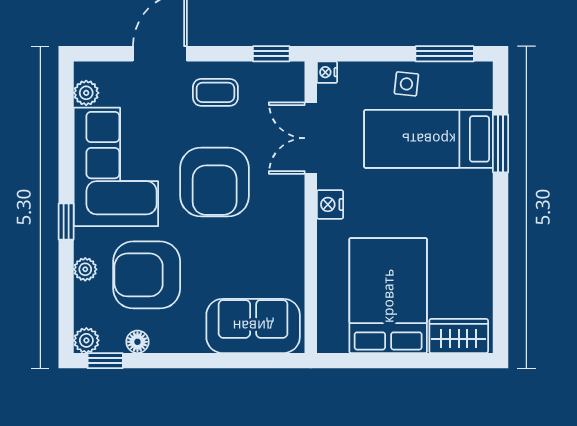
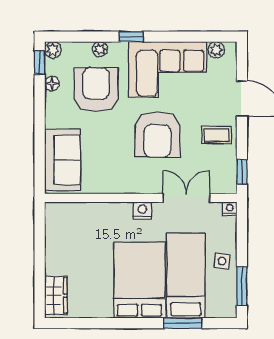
coffee table: (215, 92) -> (216, 135), turned 90
armchair: (215, 182) -> (157, 135), turned -90
bed: (388, 296) -> (139, 280), moved, turned -90

